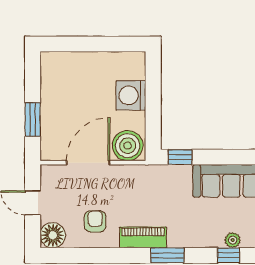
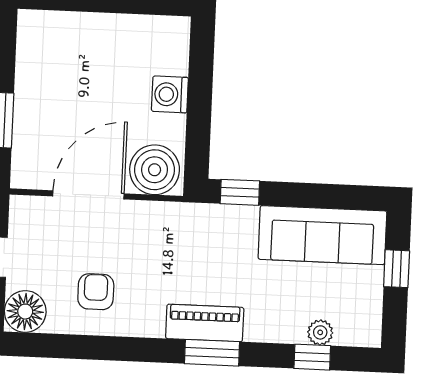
washing machine: (131, 95) -> (170, 94), width x0.73, depth x0.73
piano: (143, 237) -> (205, 323), moved

